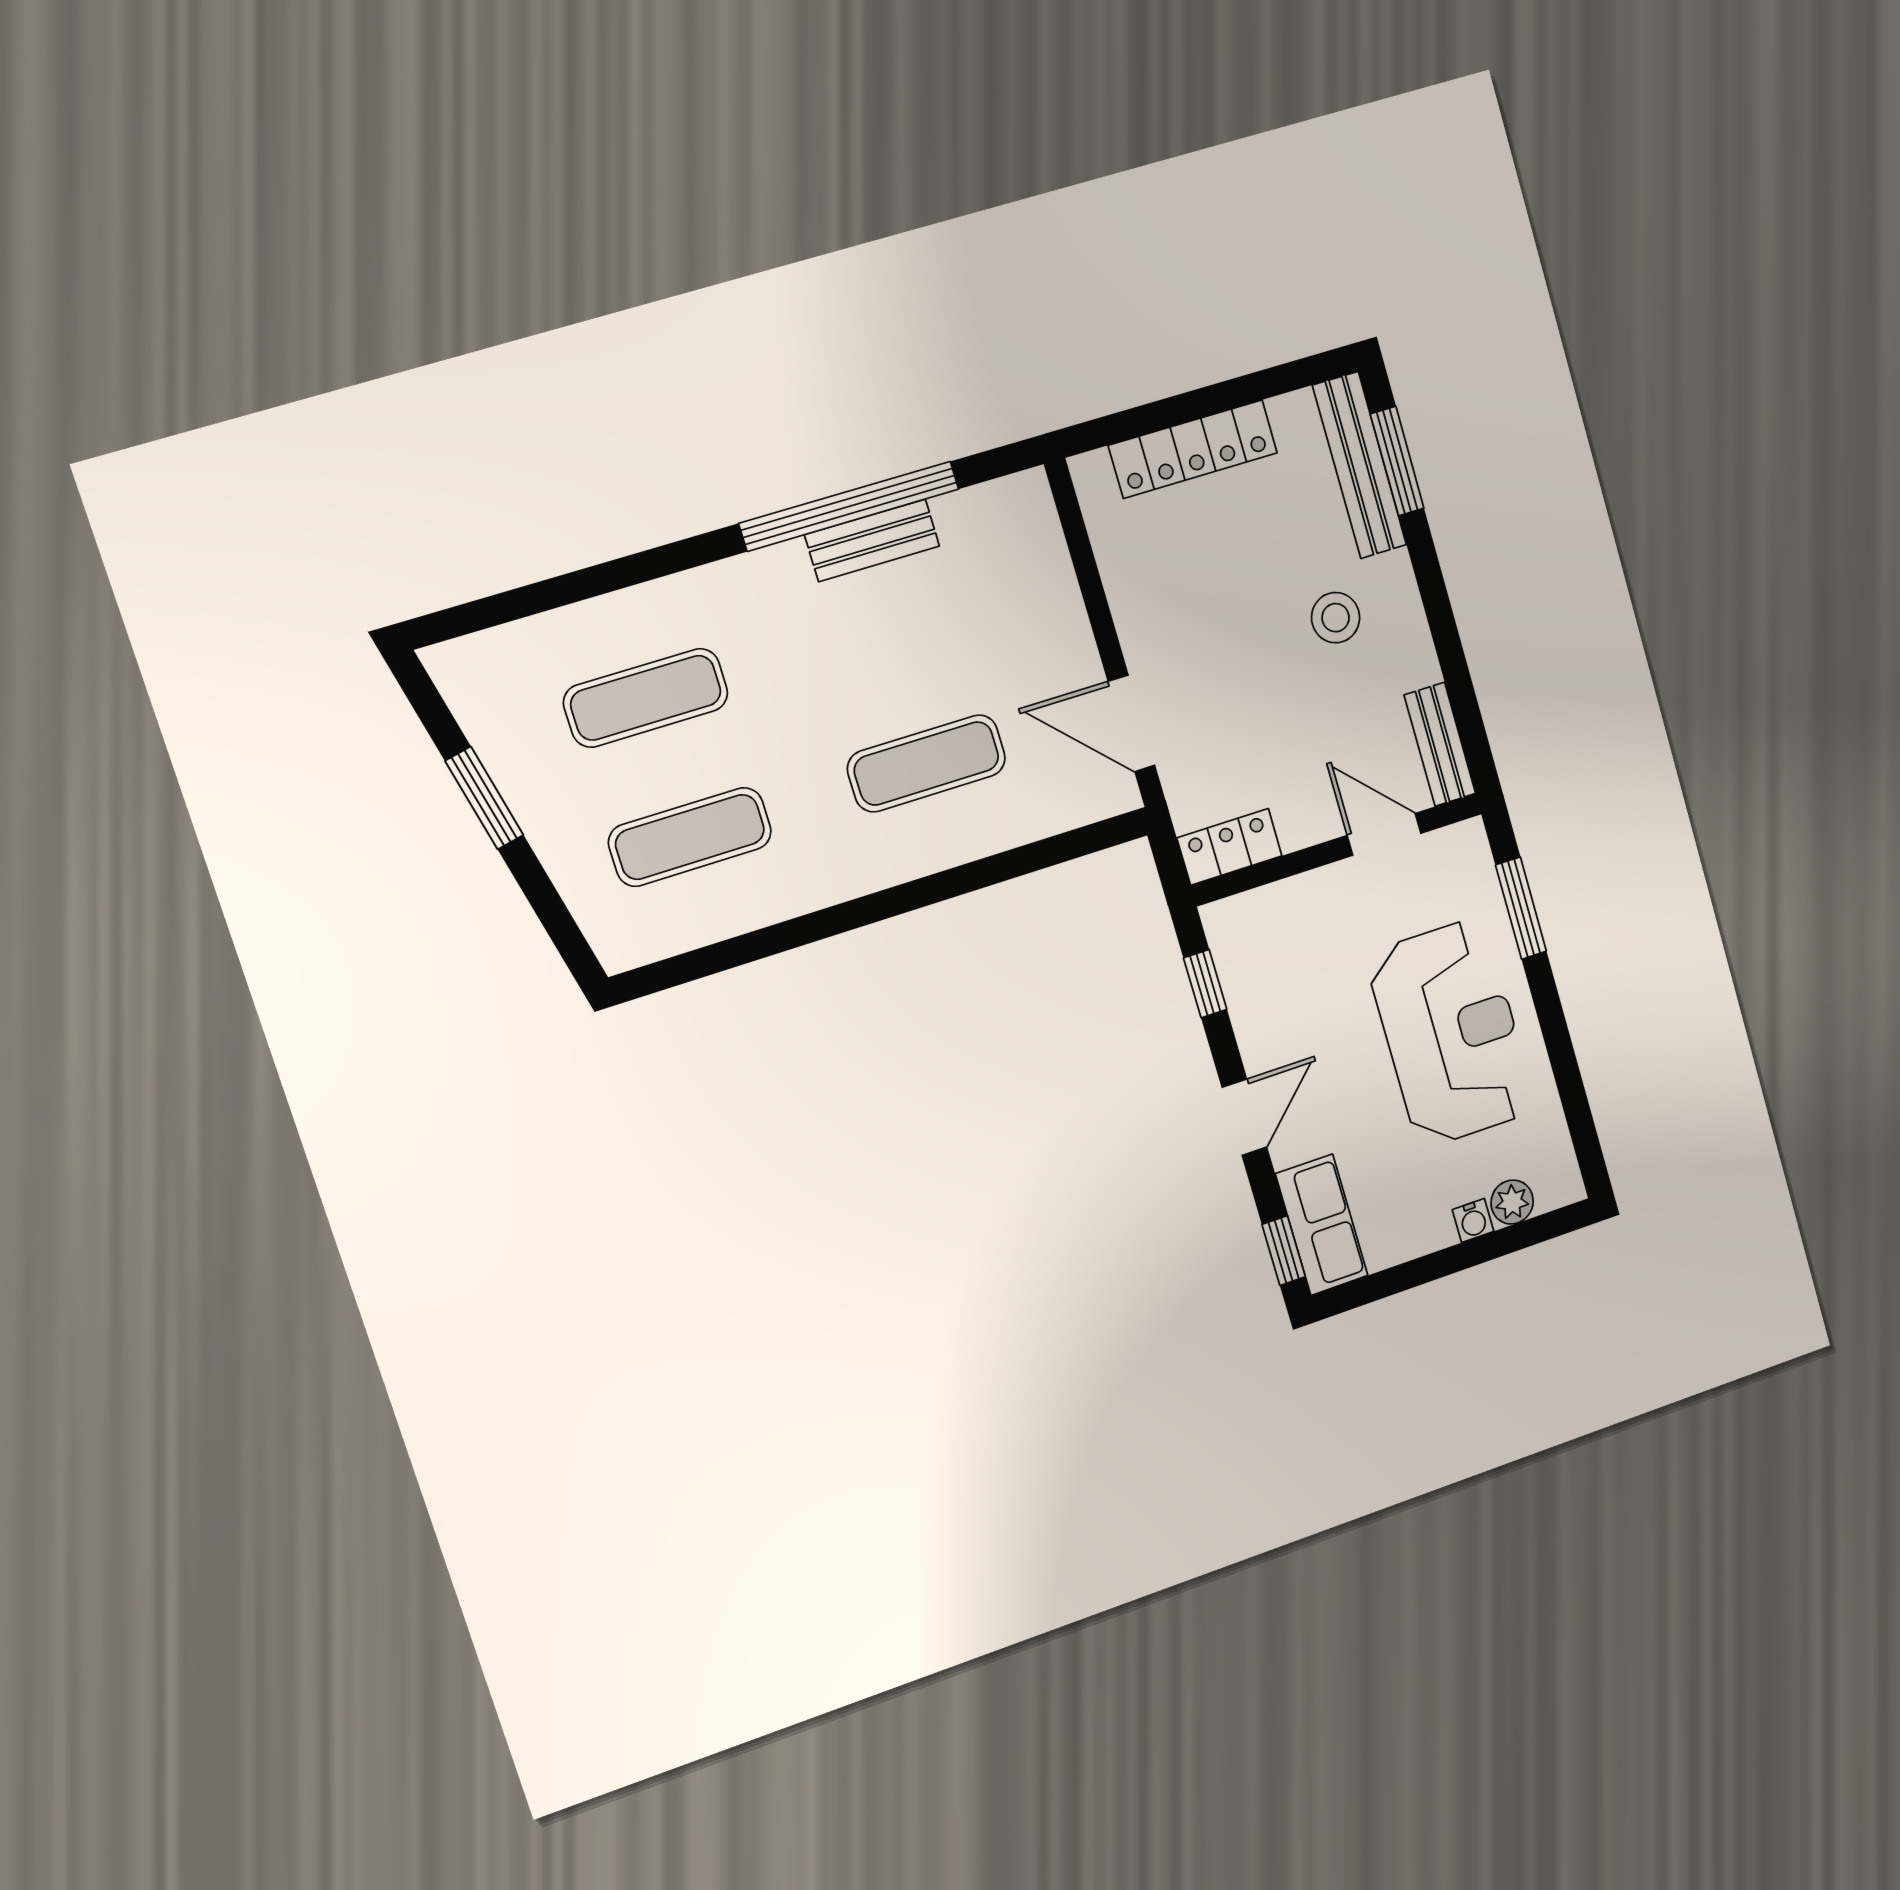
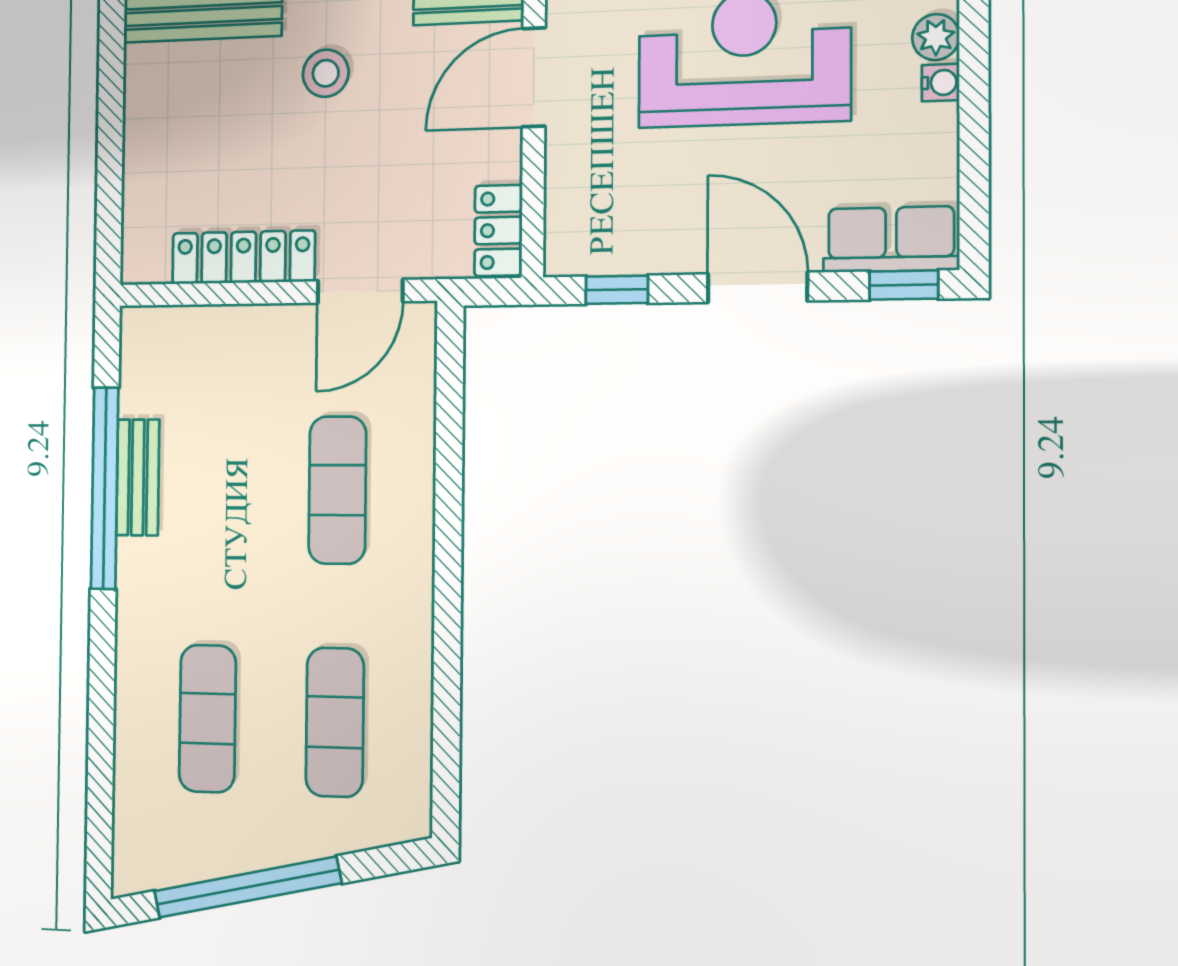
locker: (1193, 449) -> (243, 257), moved, turned -90
window: (484, 798) -> (247, 887), width x2.11
door: (1384, 834) -> (534, 77), width x1.38
door: (1244, 1117) -> (757, 287), width x1.38

